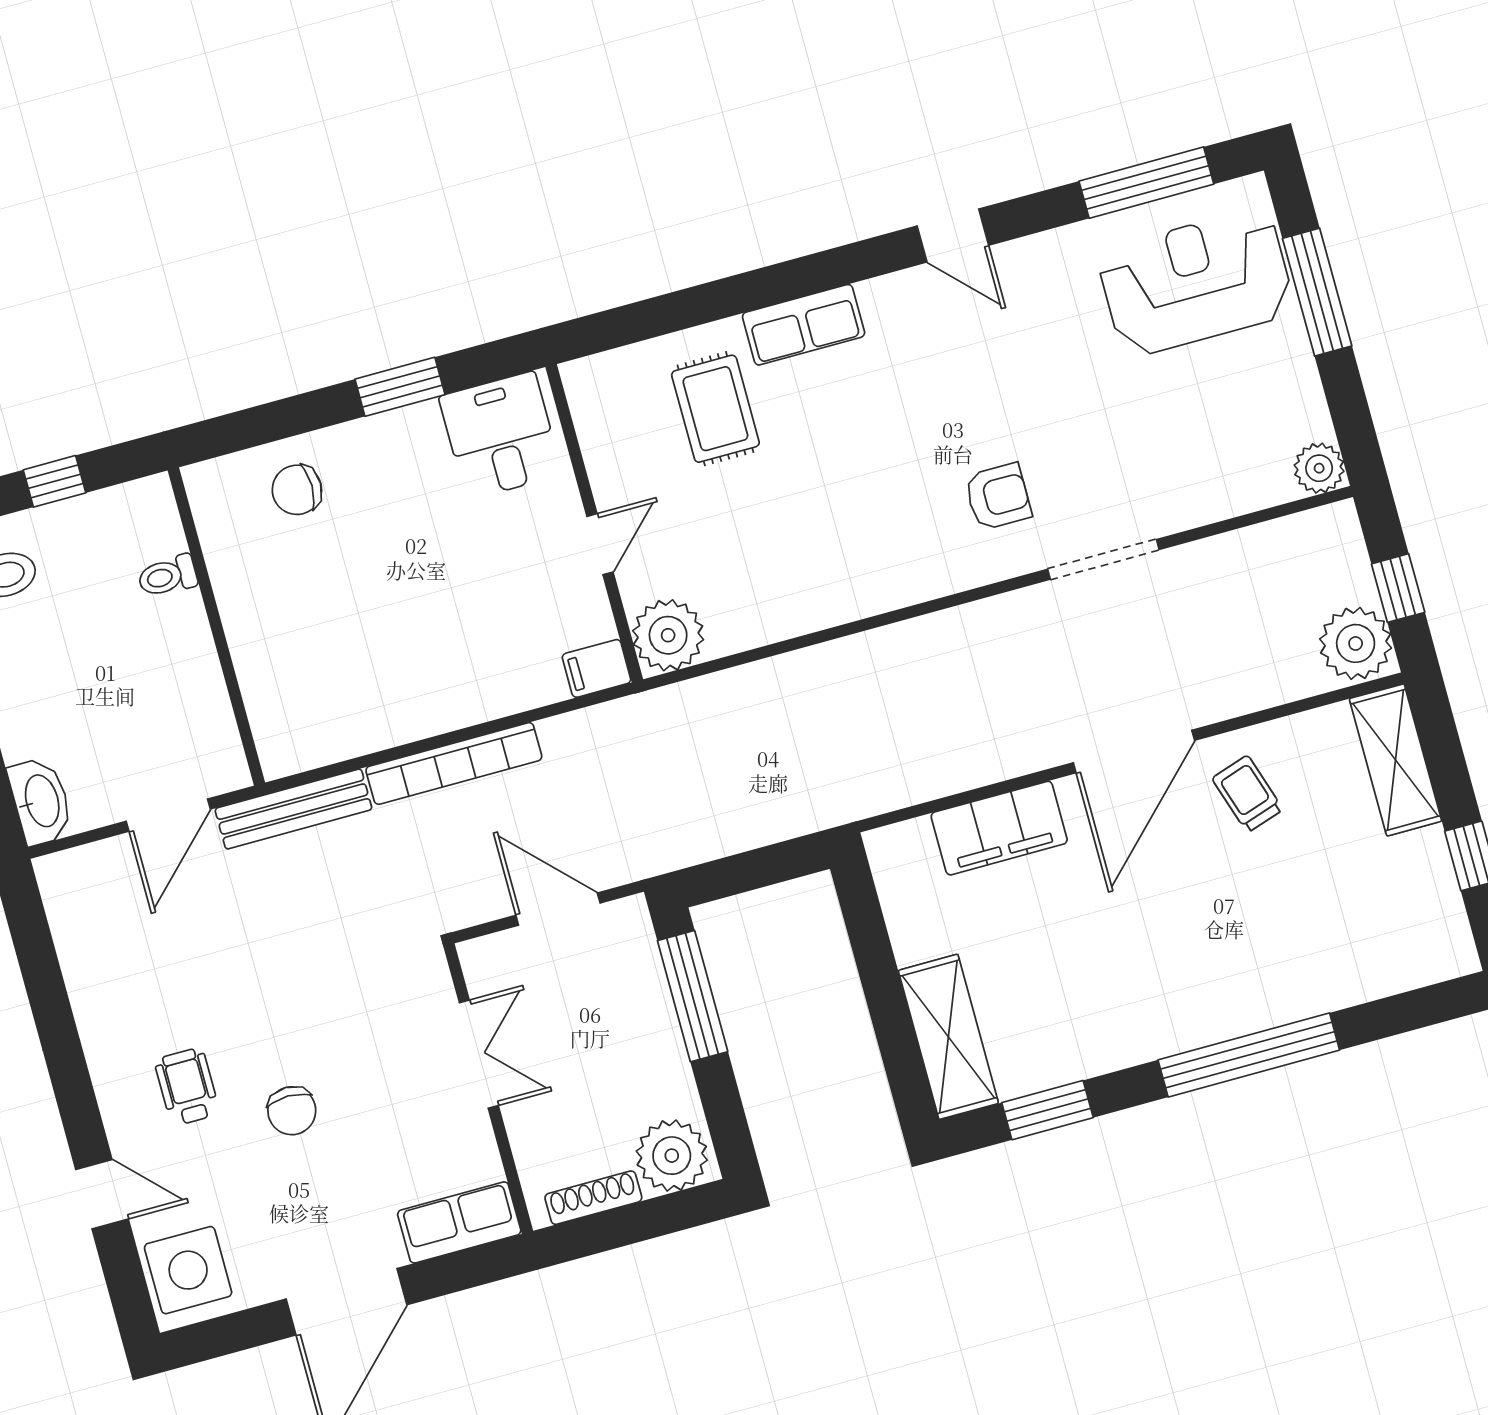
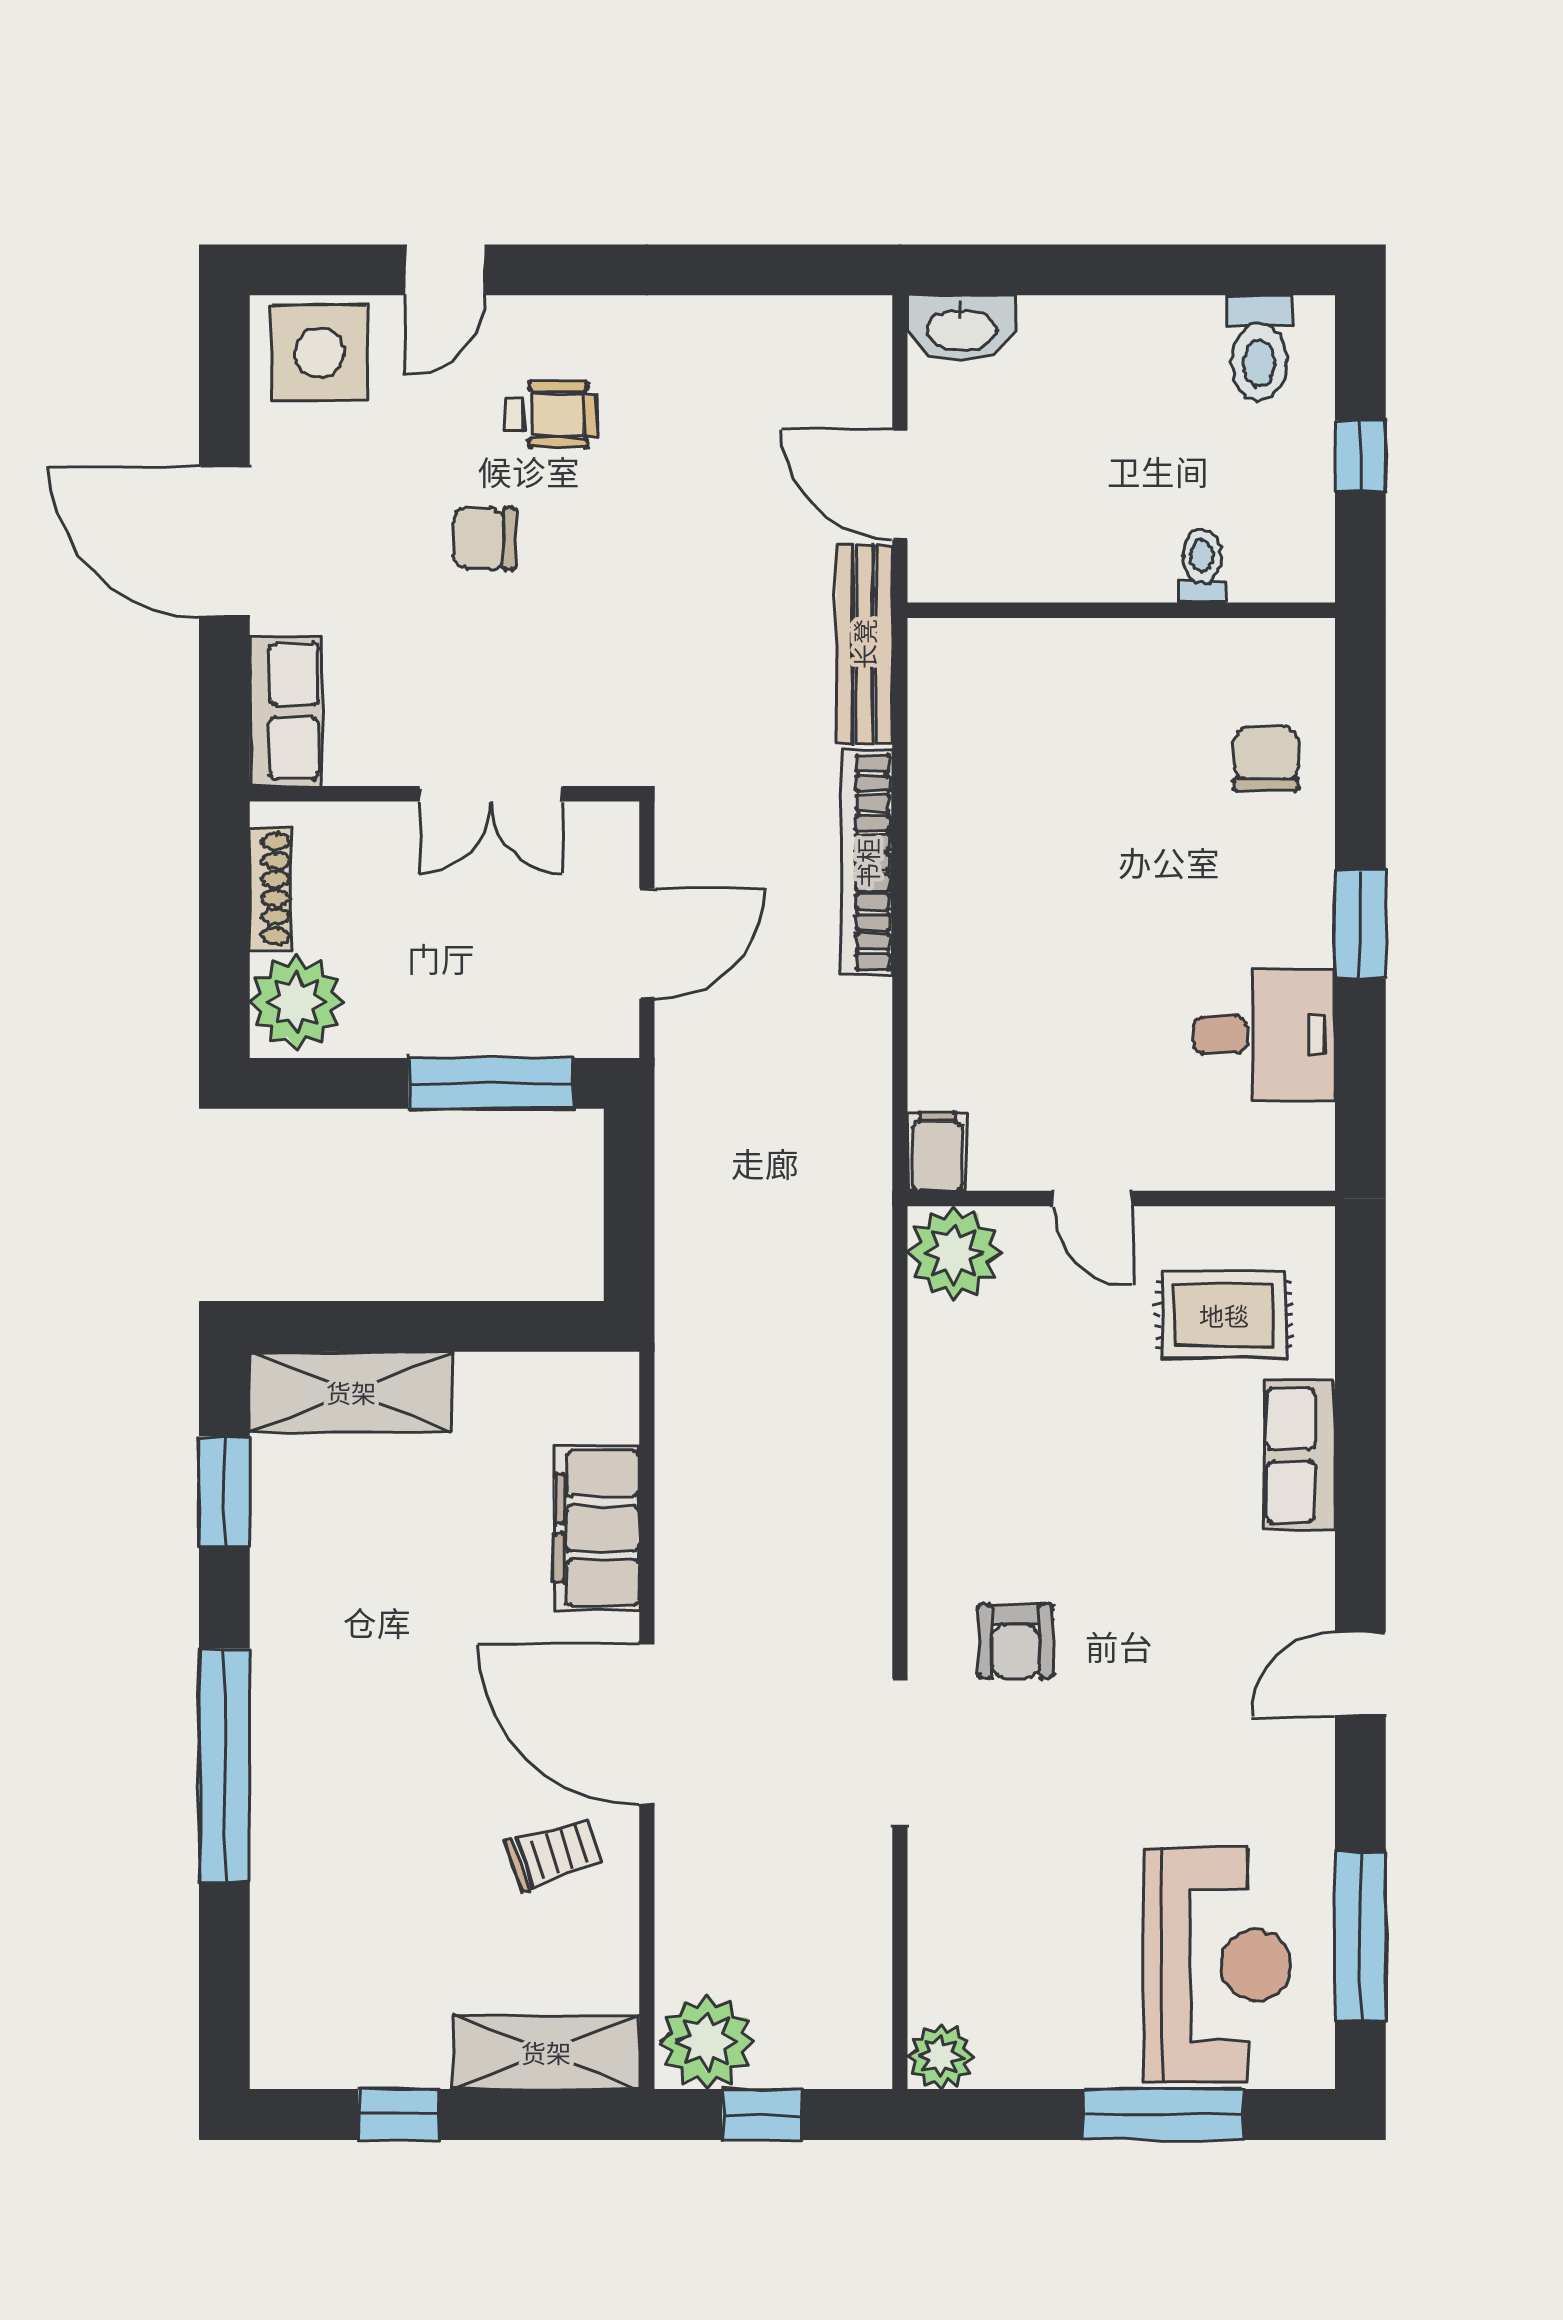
wall: (594, 523) -> (1121, 1199), moved
door: (600, 544) -> (1093, 1199), moved
plant: (668, 635) -> (954, 1253), moved
filing cabinet: (597, 668) -> (937, 1151), moved

